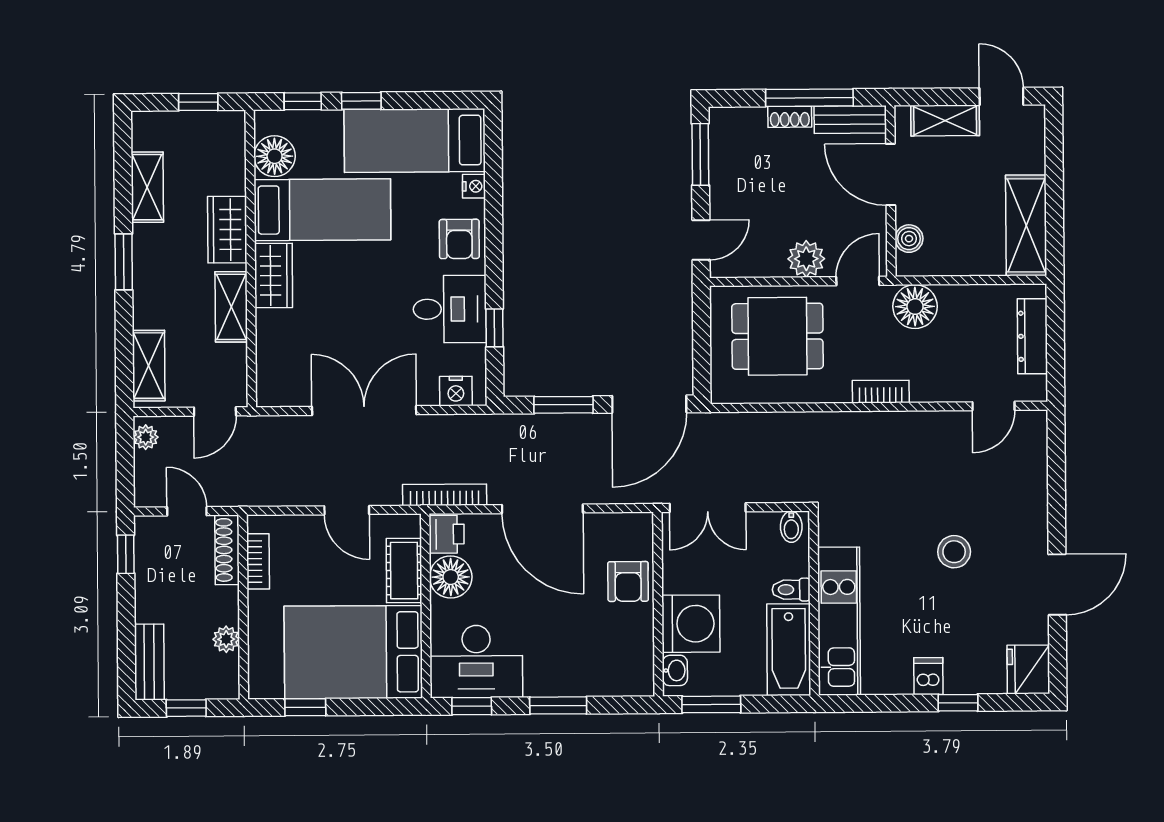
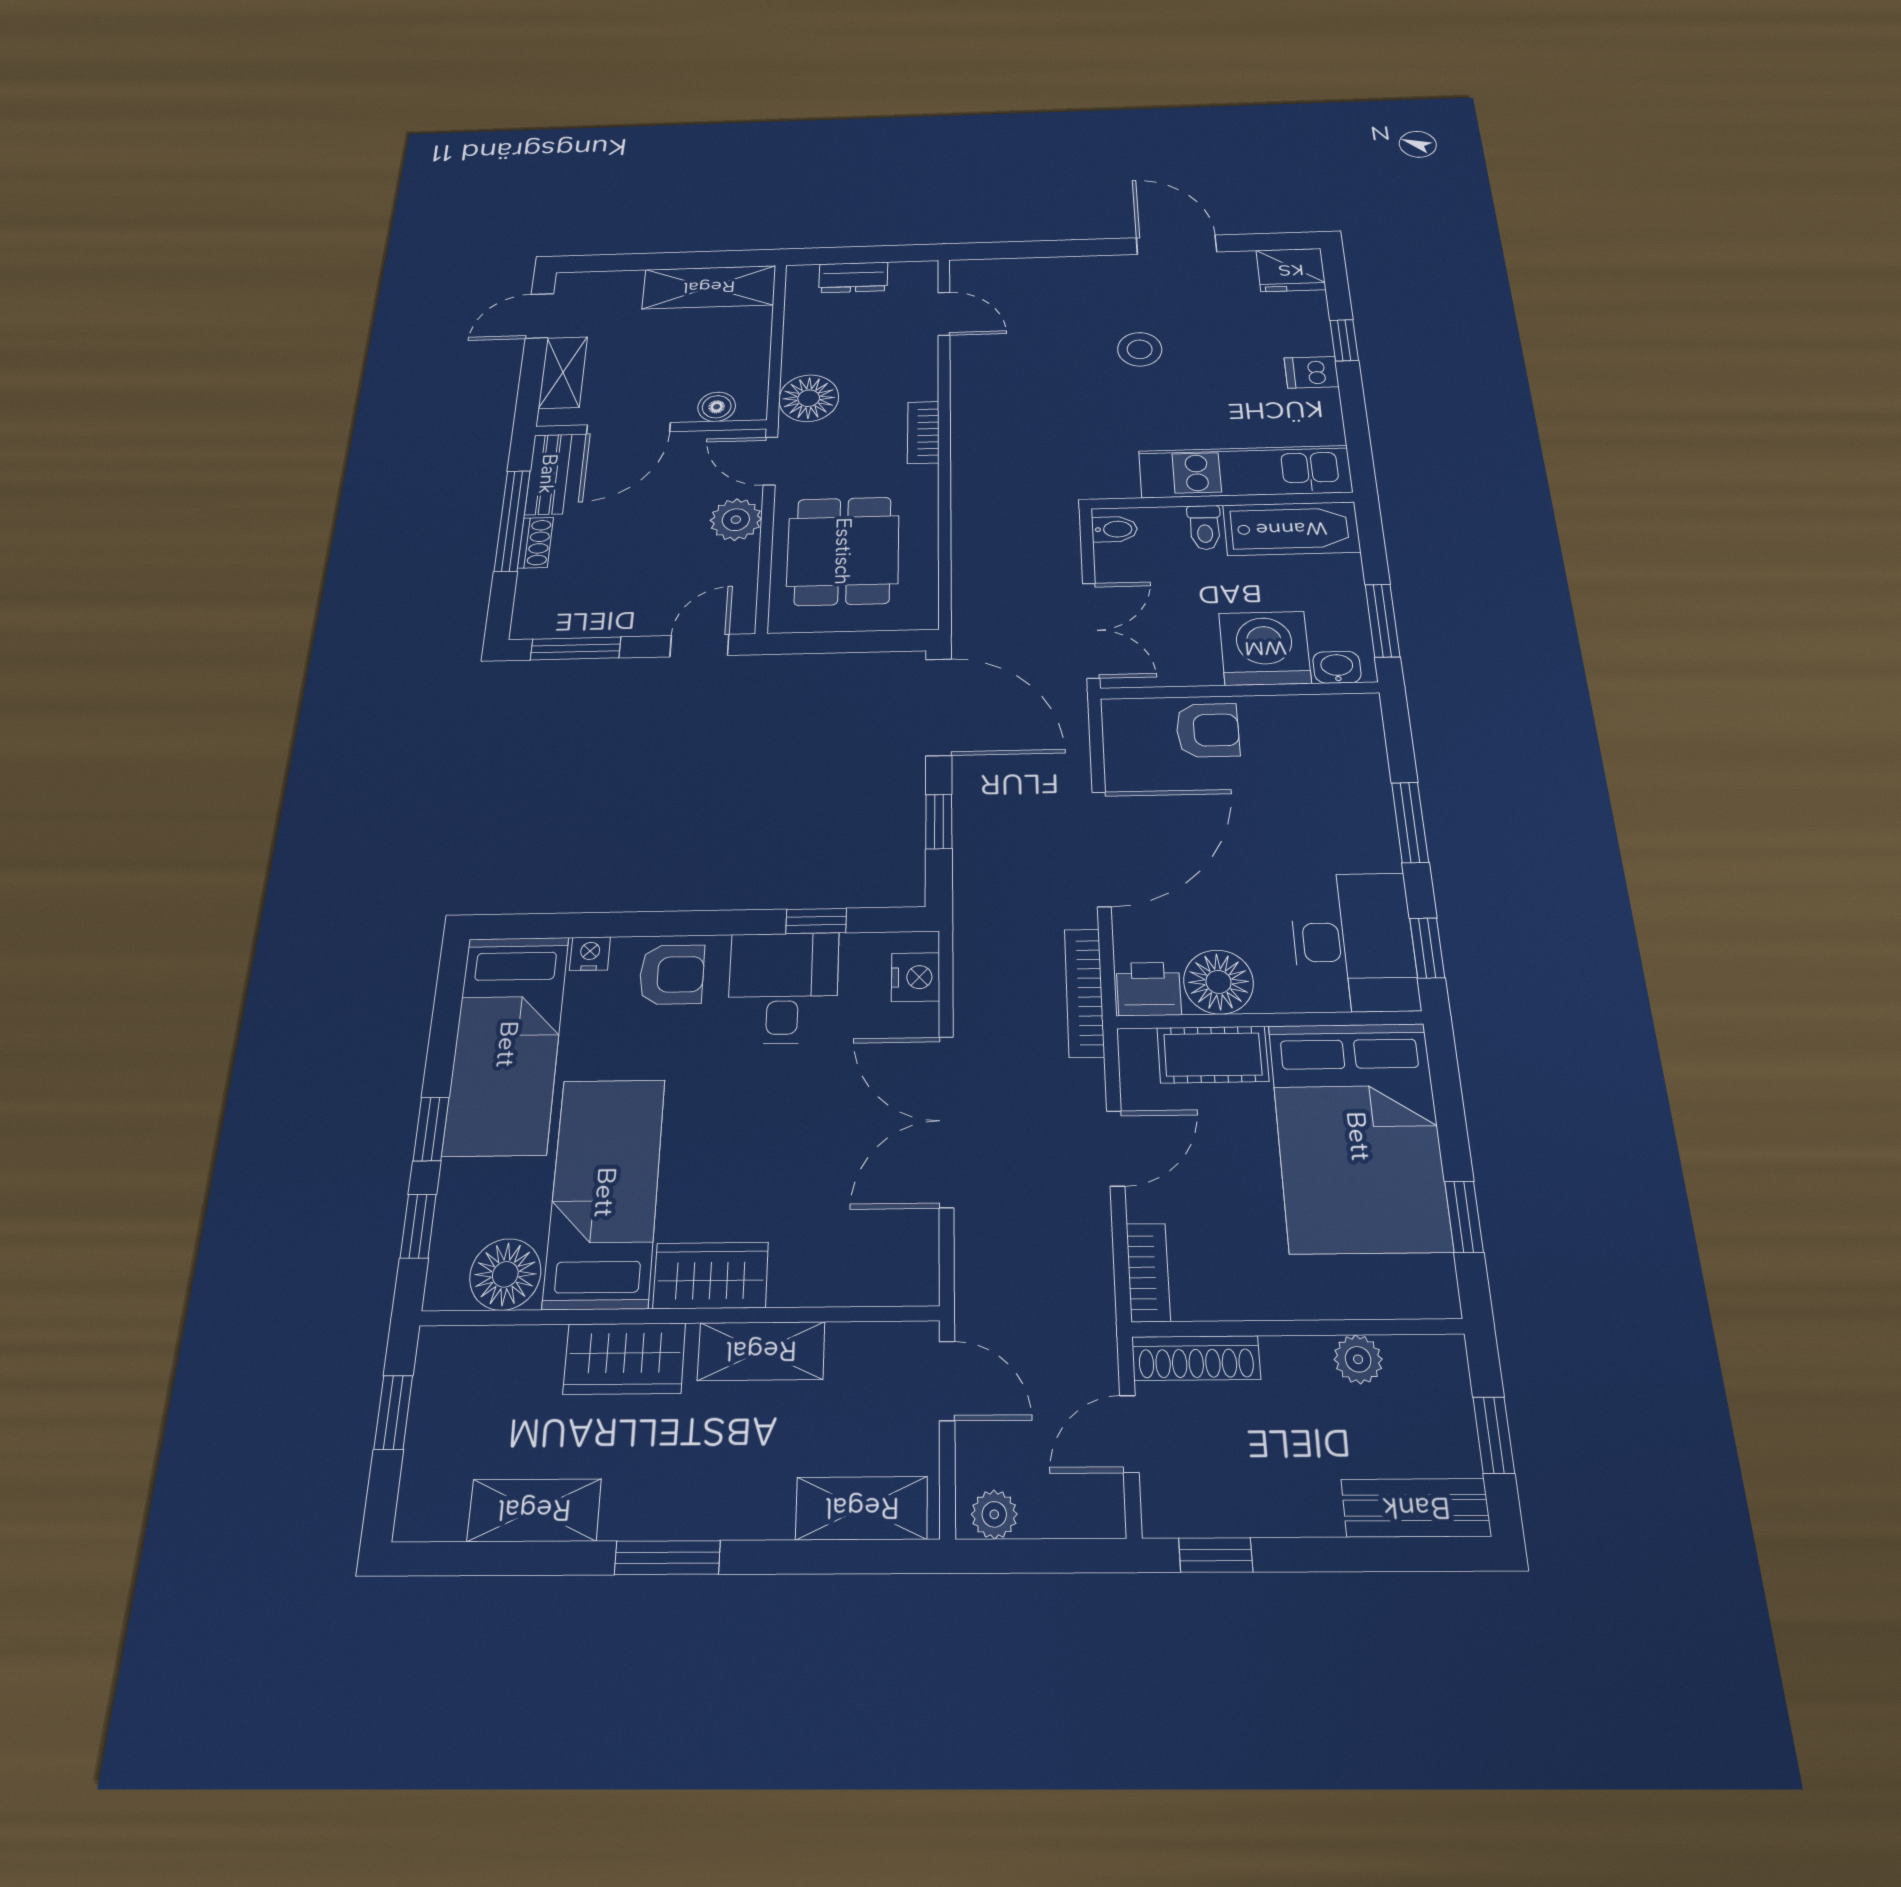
door: (701, 240) -> (699, 646), hinge flipped
dresser: (1032, 336) -> (853, 277), width x0.70
window: (563, 405) -> (939, 821), width x0.67
bookcase: (258, 561) -> (1148, 1272), moved, turned 90

